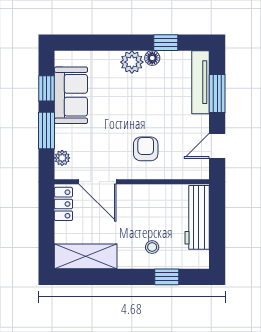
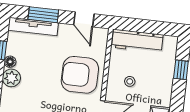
armchair: (146, 149) -> (80, 75), width x1.88, depth x1.88
stool: (152, 247) -> (130, 81), moved

